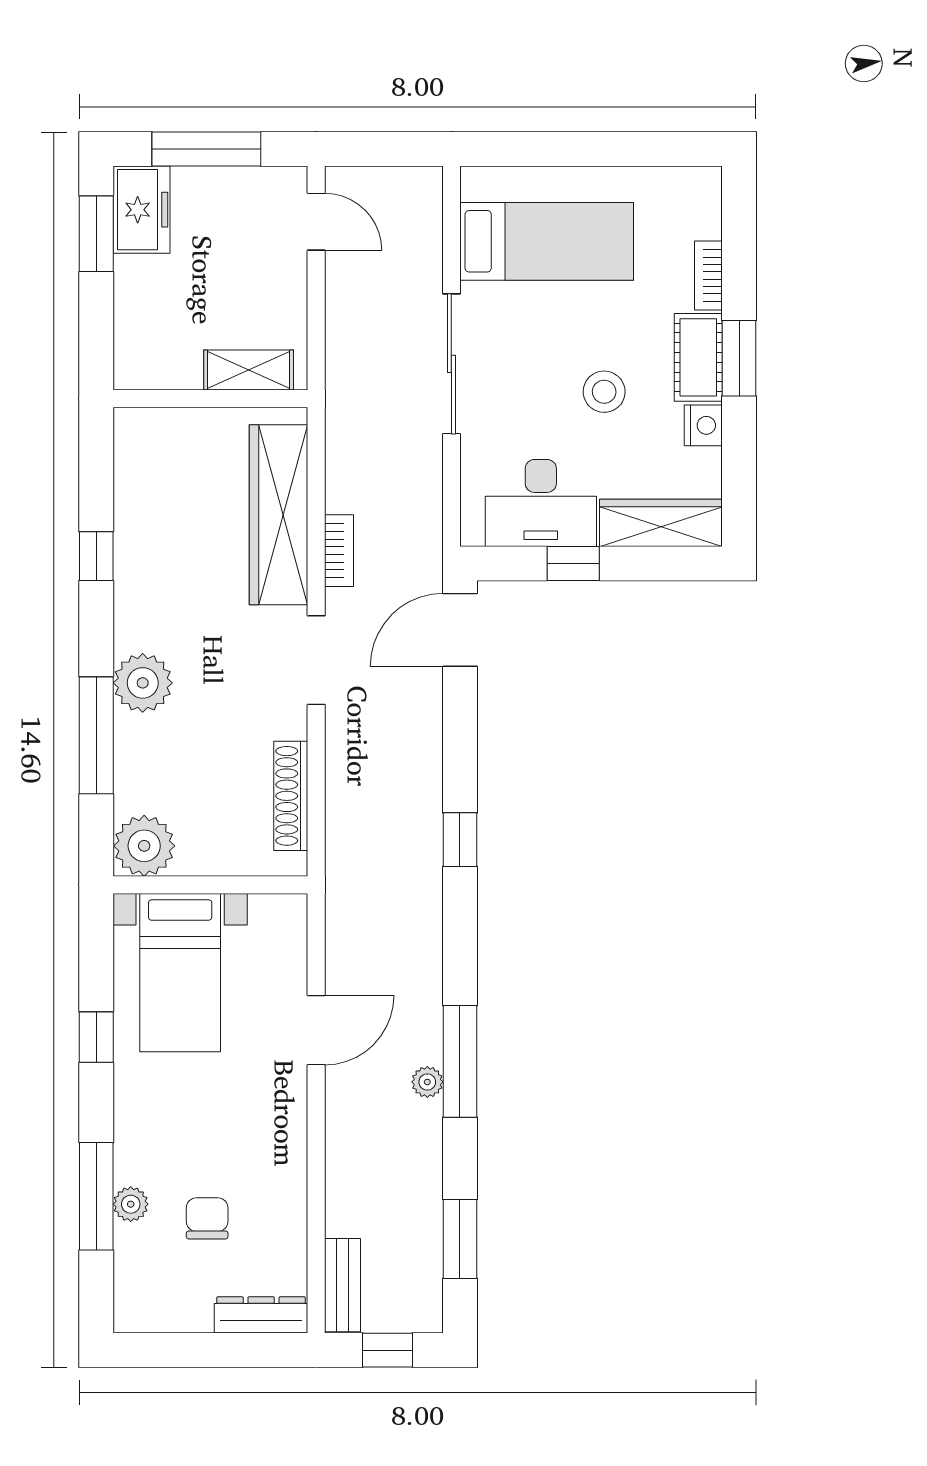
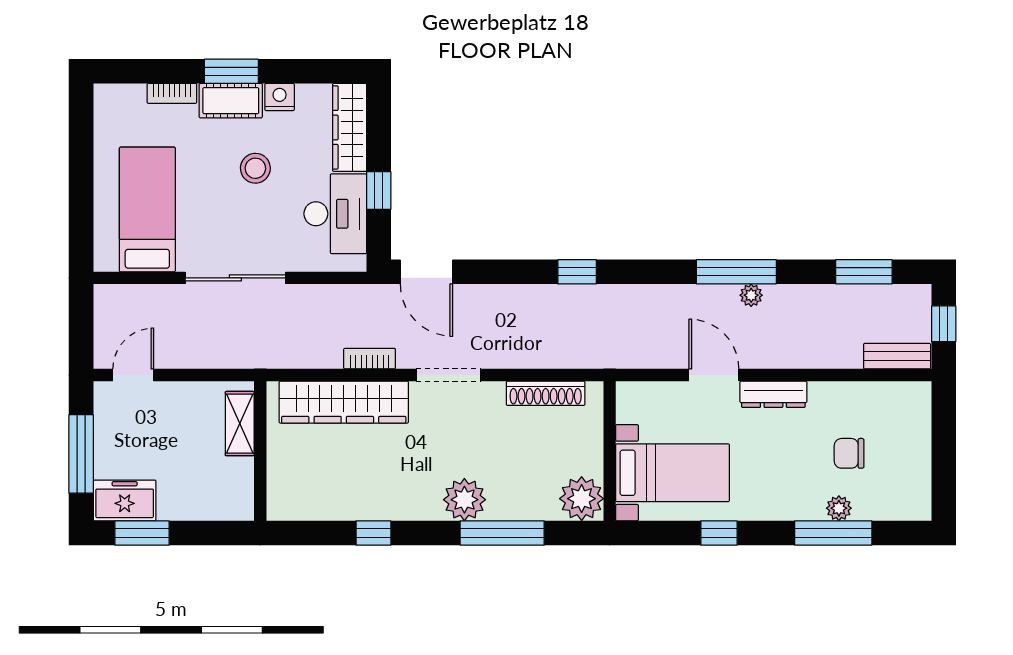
dresser: (261, 1315) -> (773, 394), moved, turned -90

